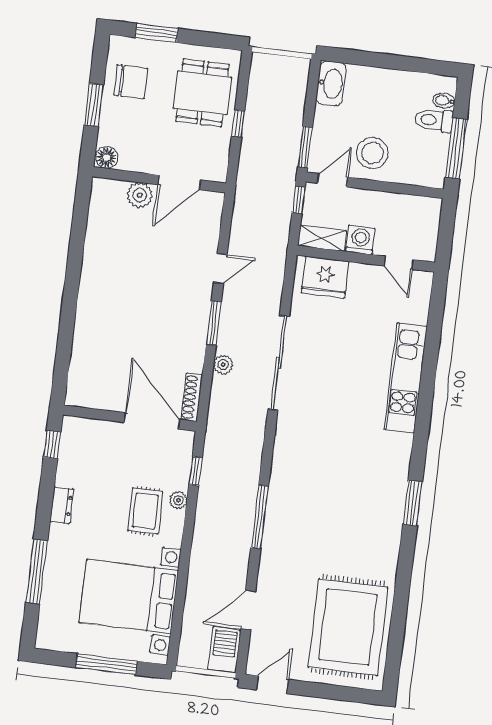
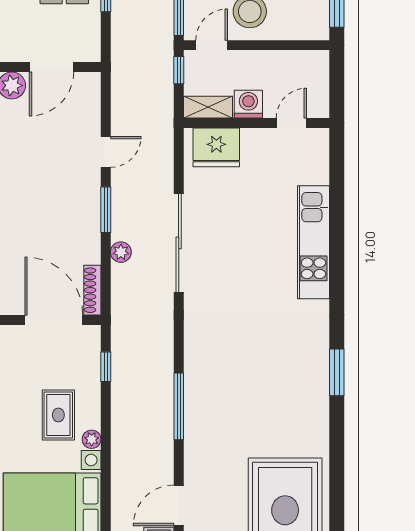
door: (399, 263) -> (291, 123), swing flipped
plant: (178, 500) -> (92, 439), moved

